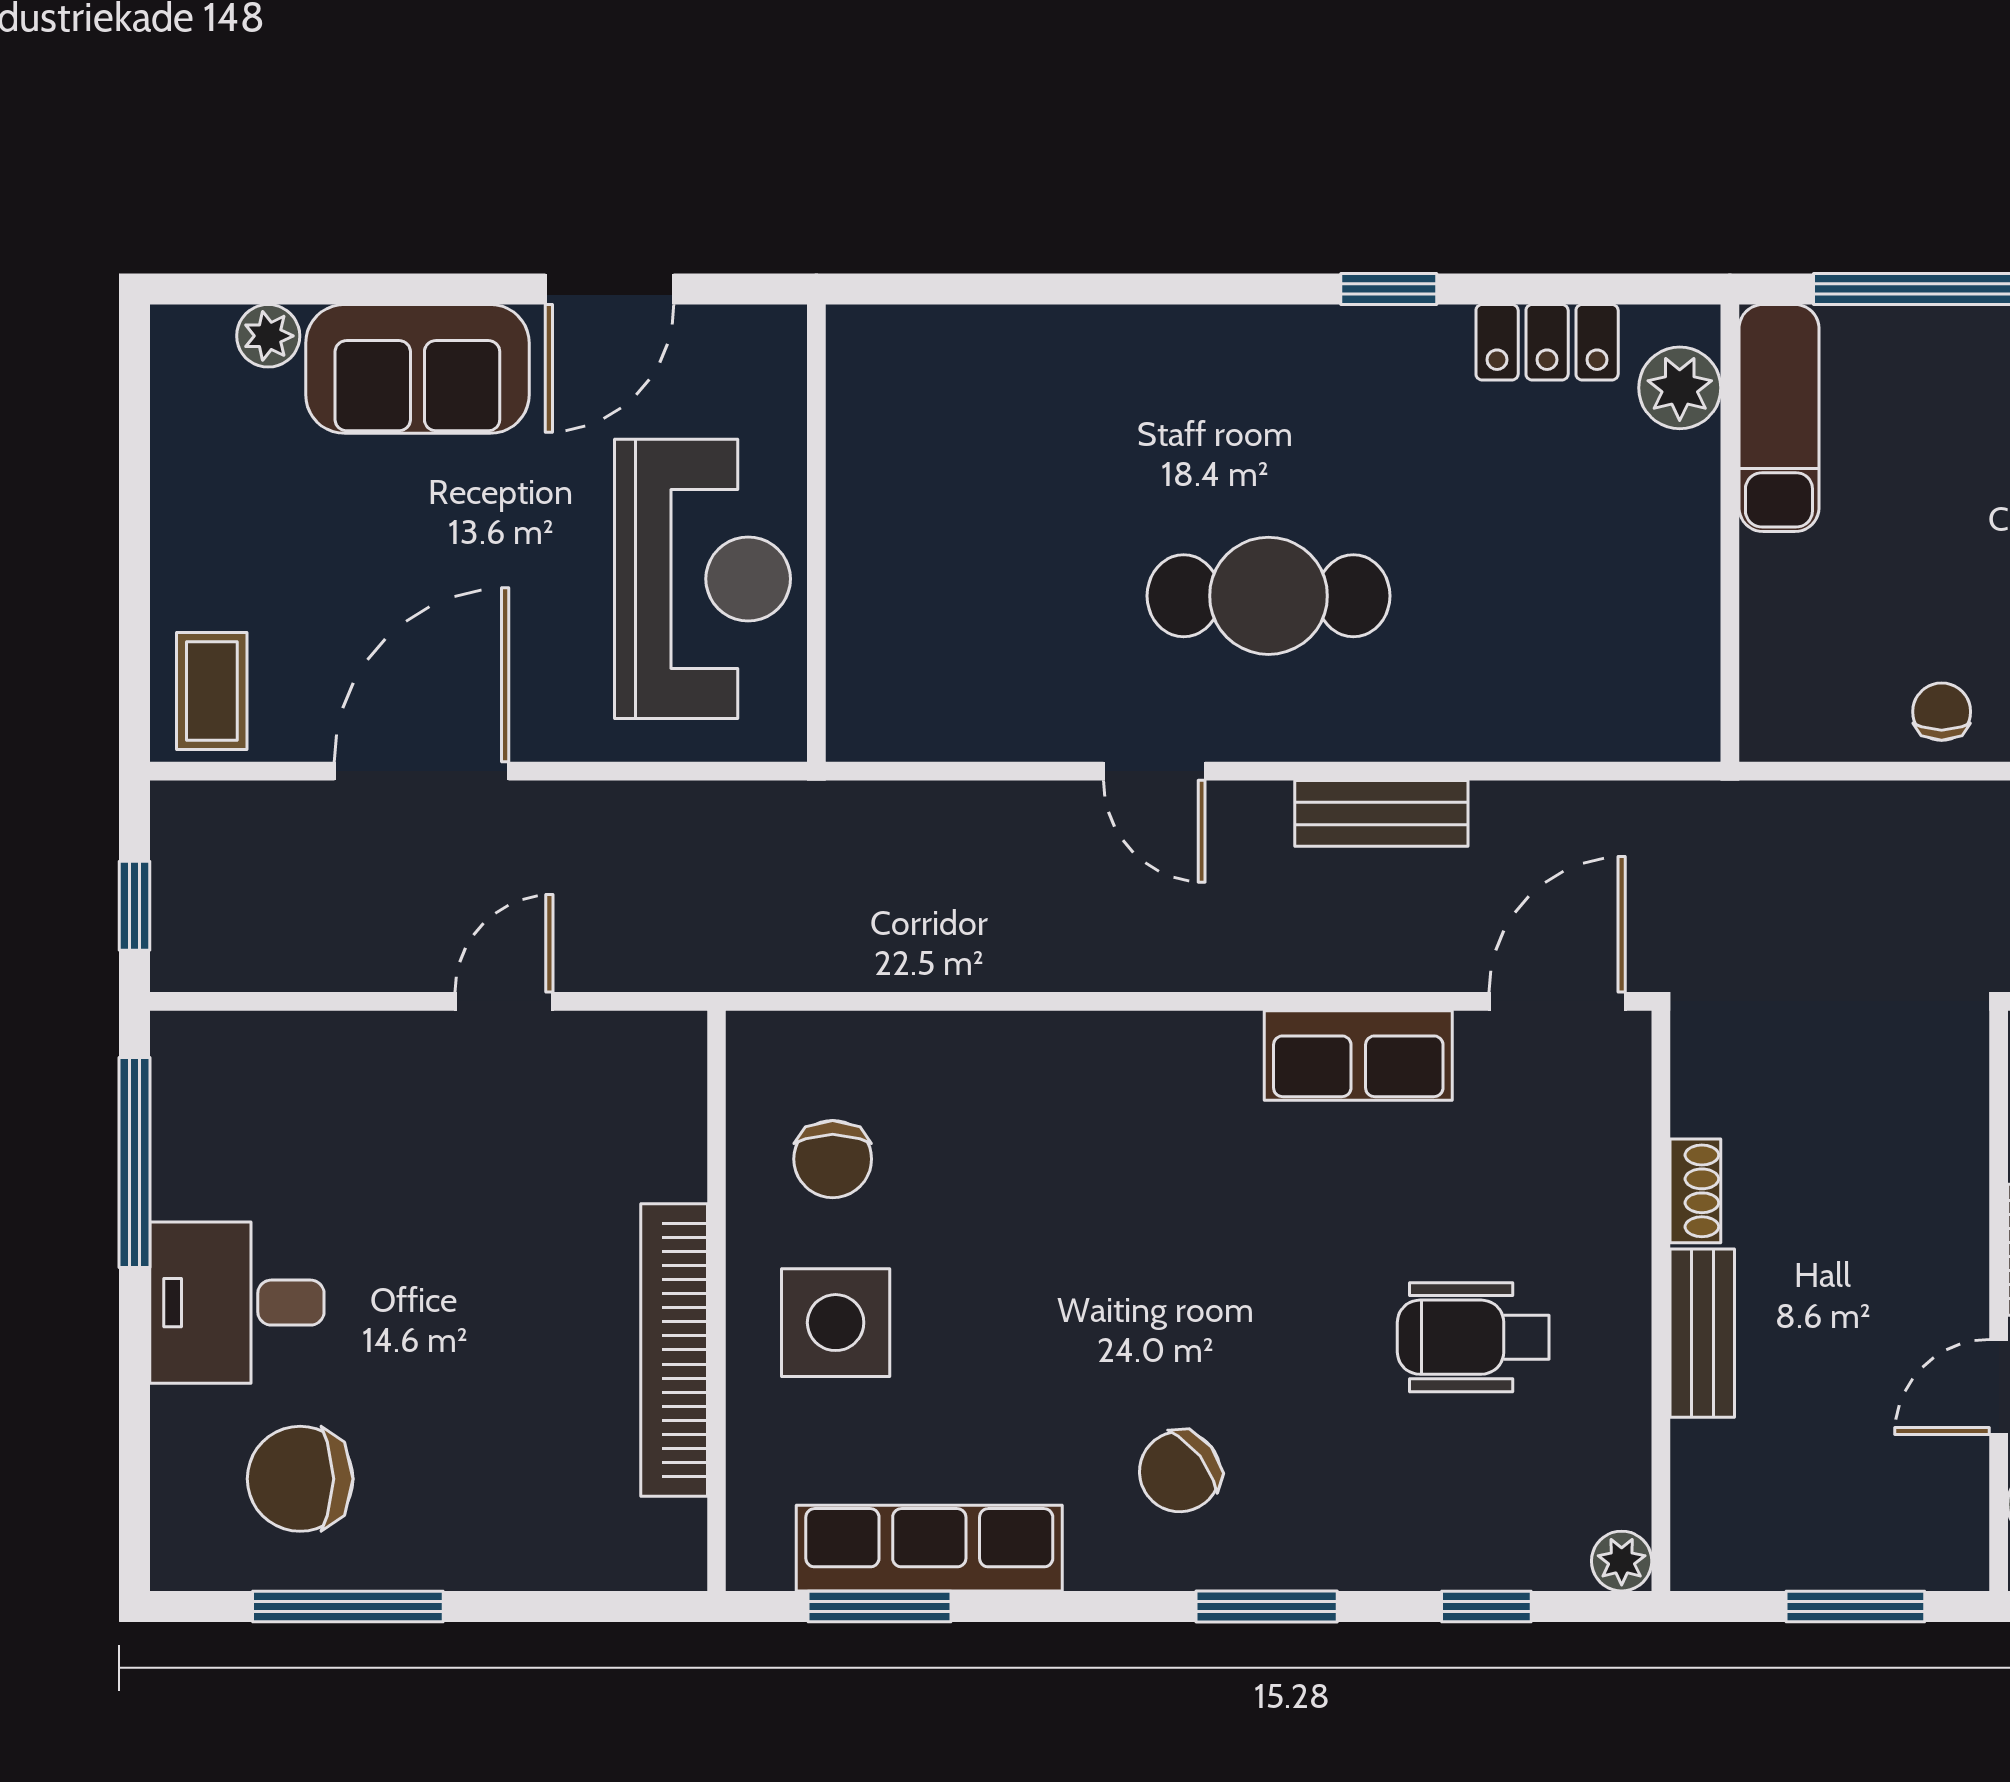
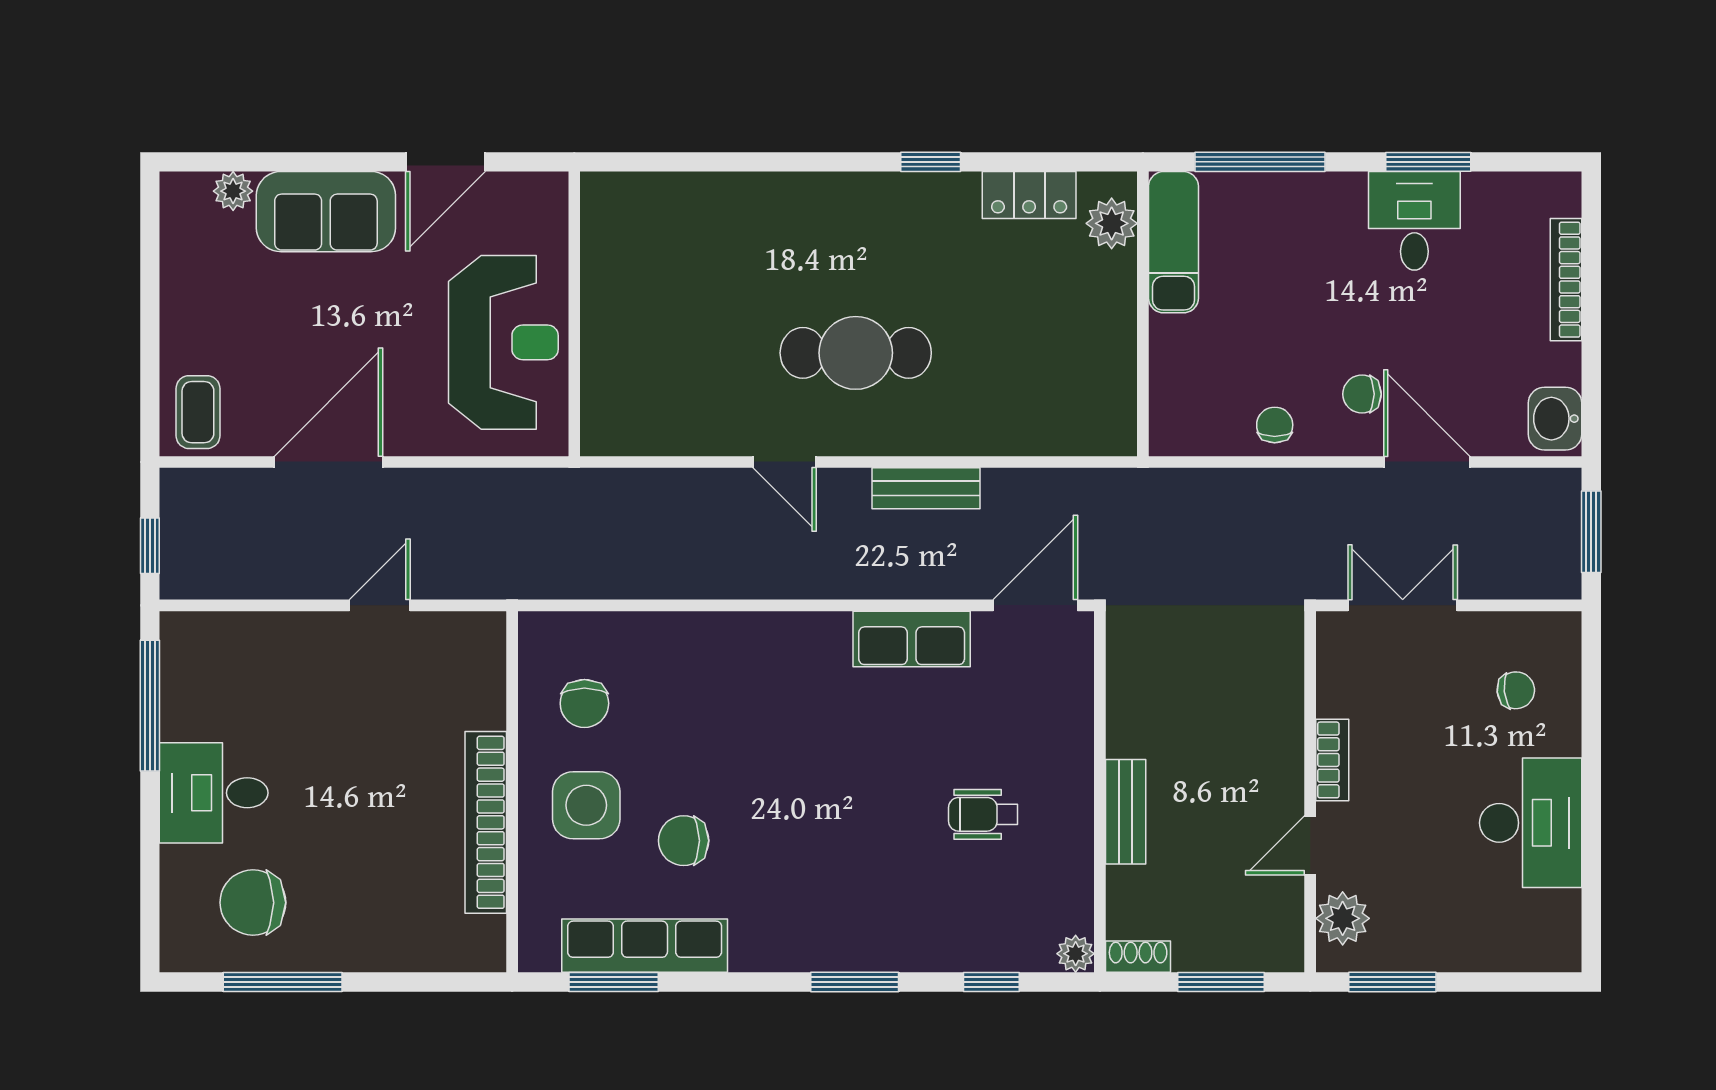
shoe rack: (1695, 1191) -> (1138, 957), moved, turned -90
wheelchair: (1473, 1337) -> (983, 814), width x0.73, depth x0.73
chair: (1180, 1472) -> (684, 841), moved, turned 38

